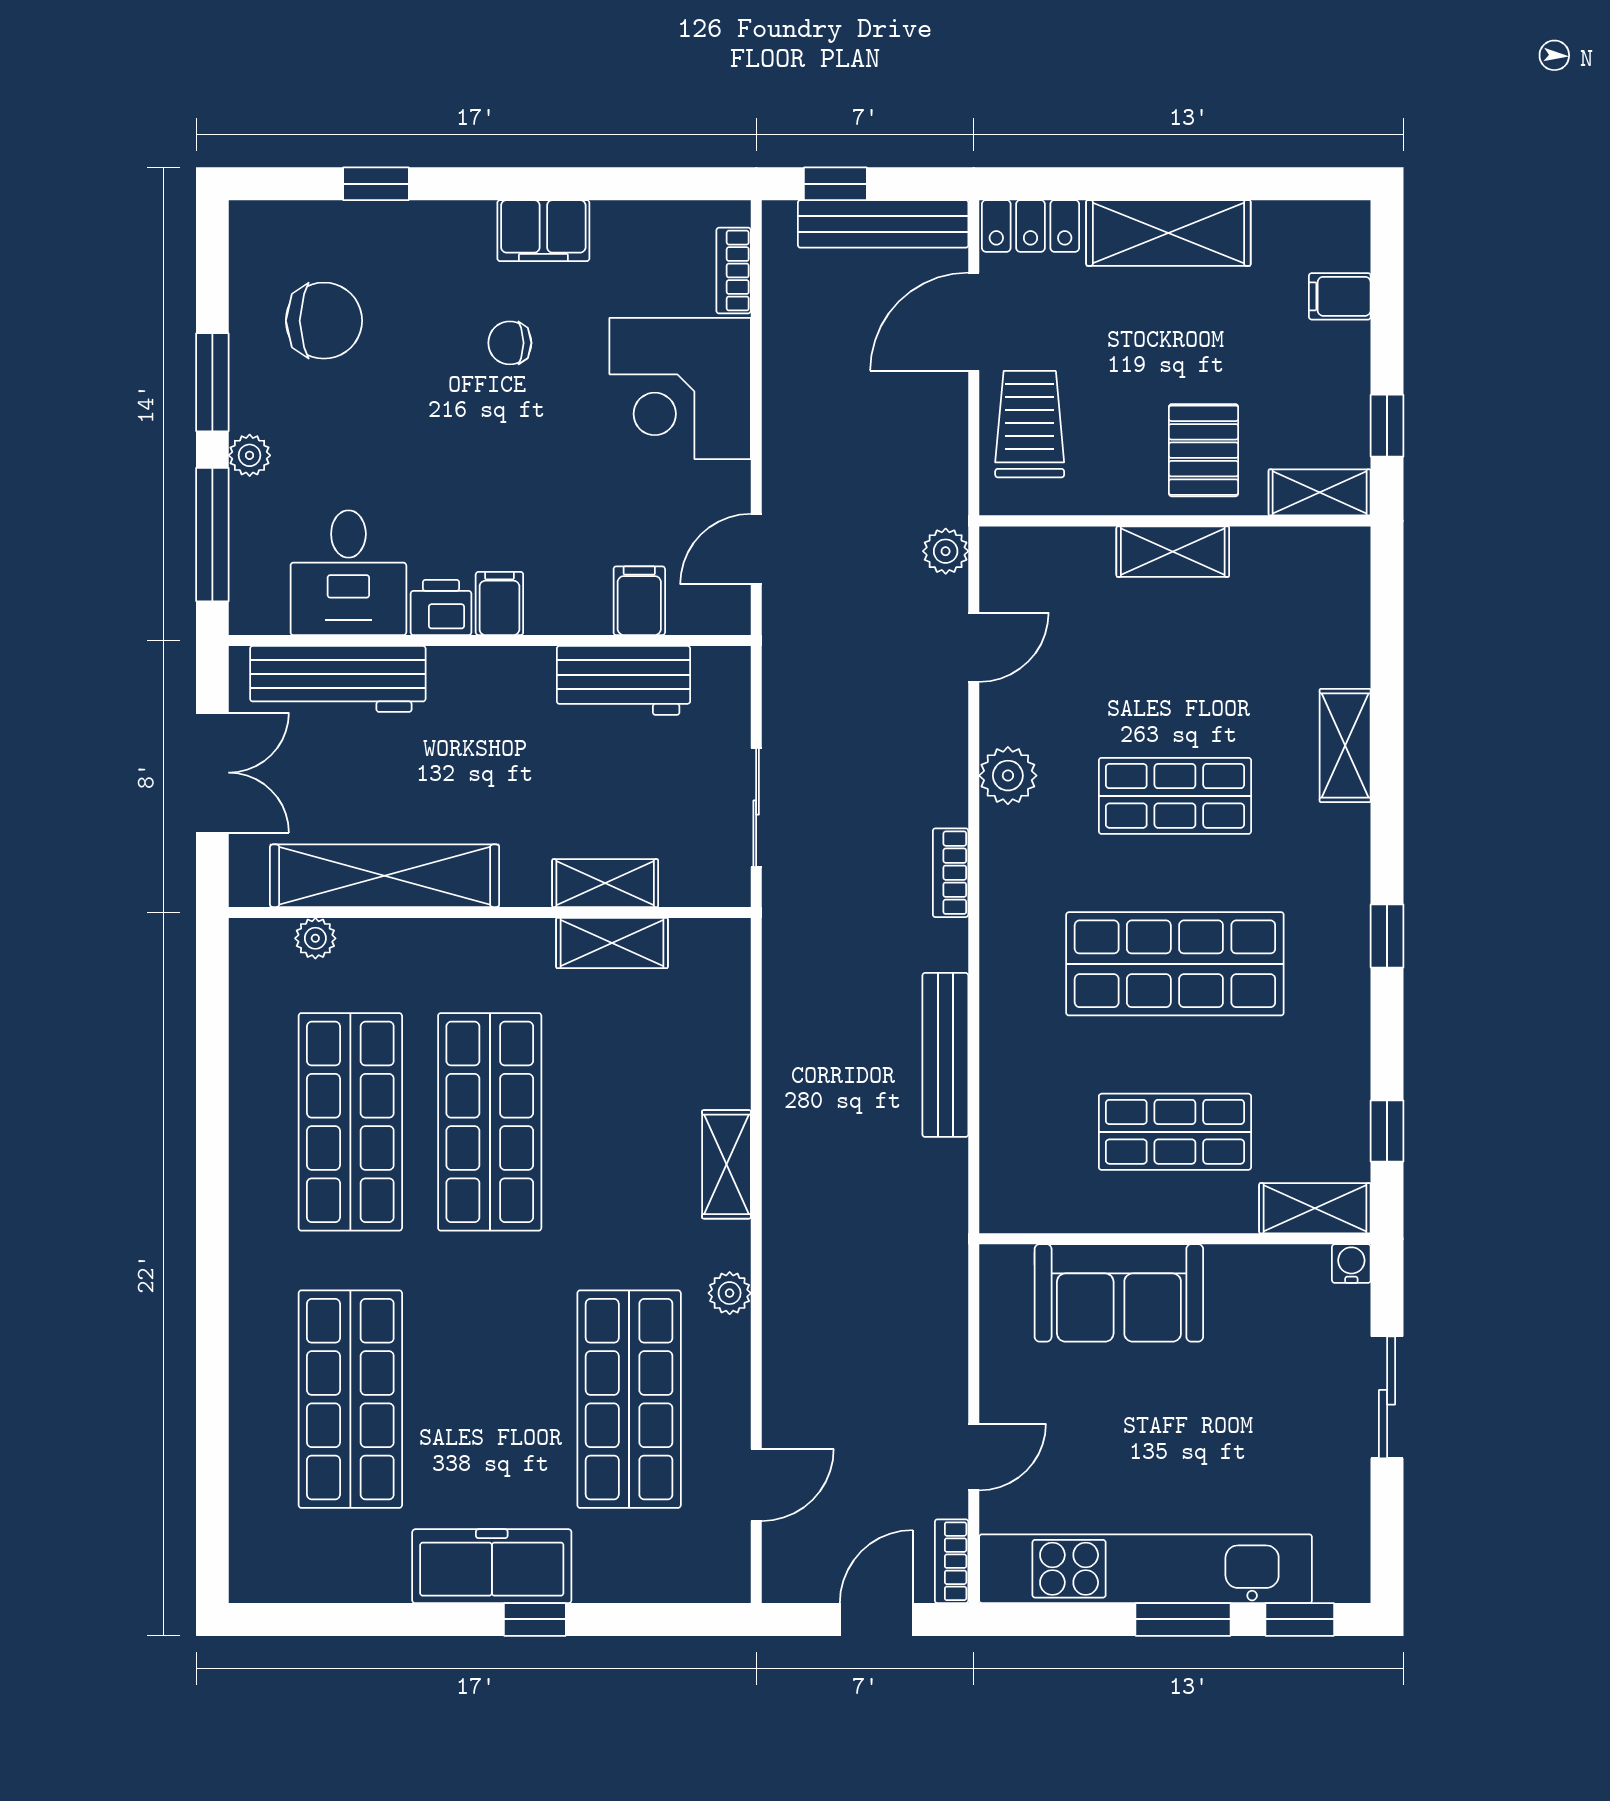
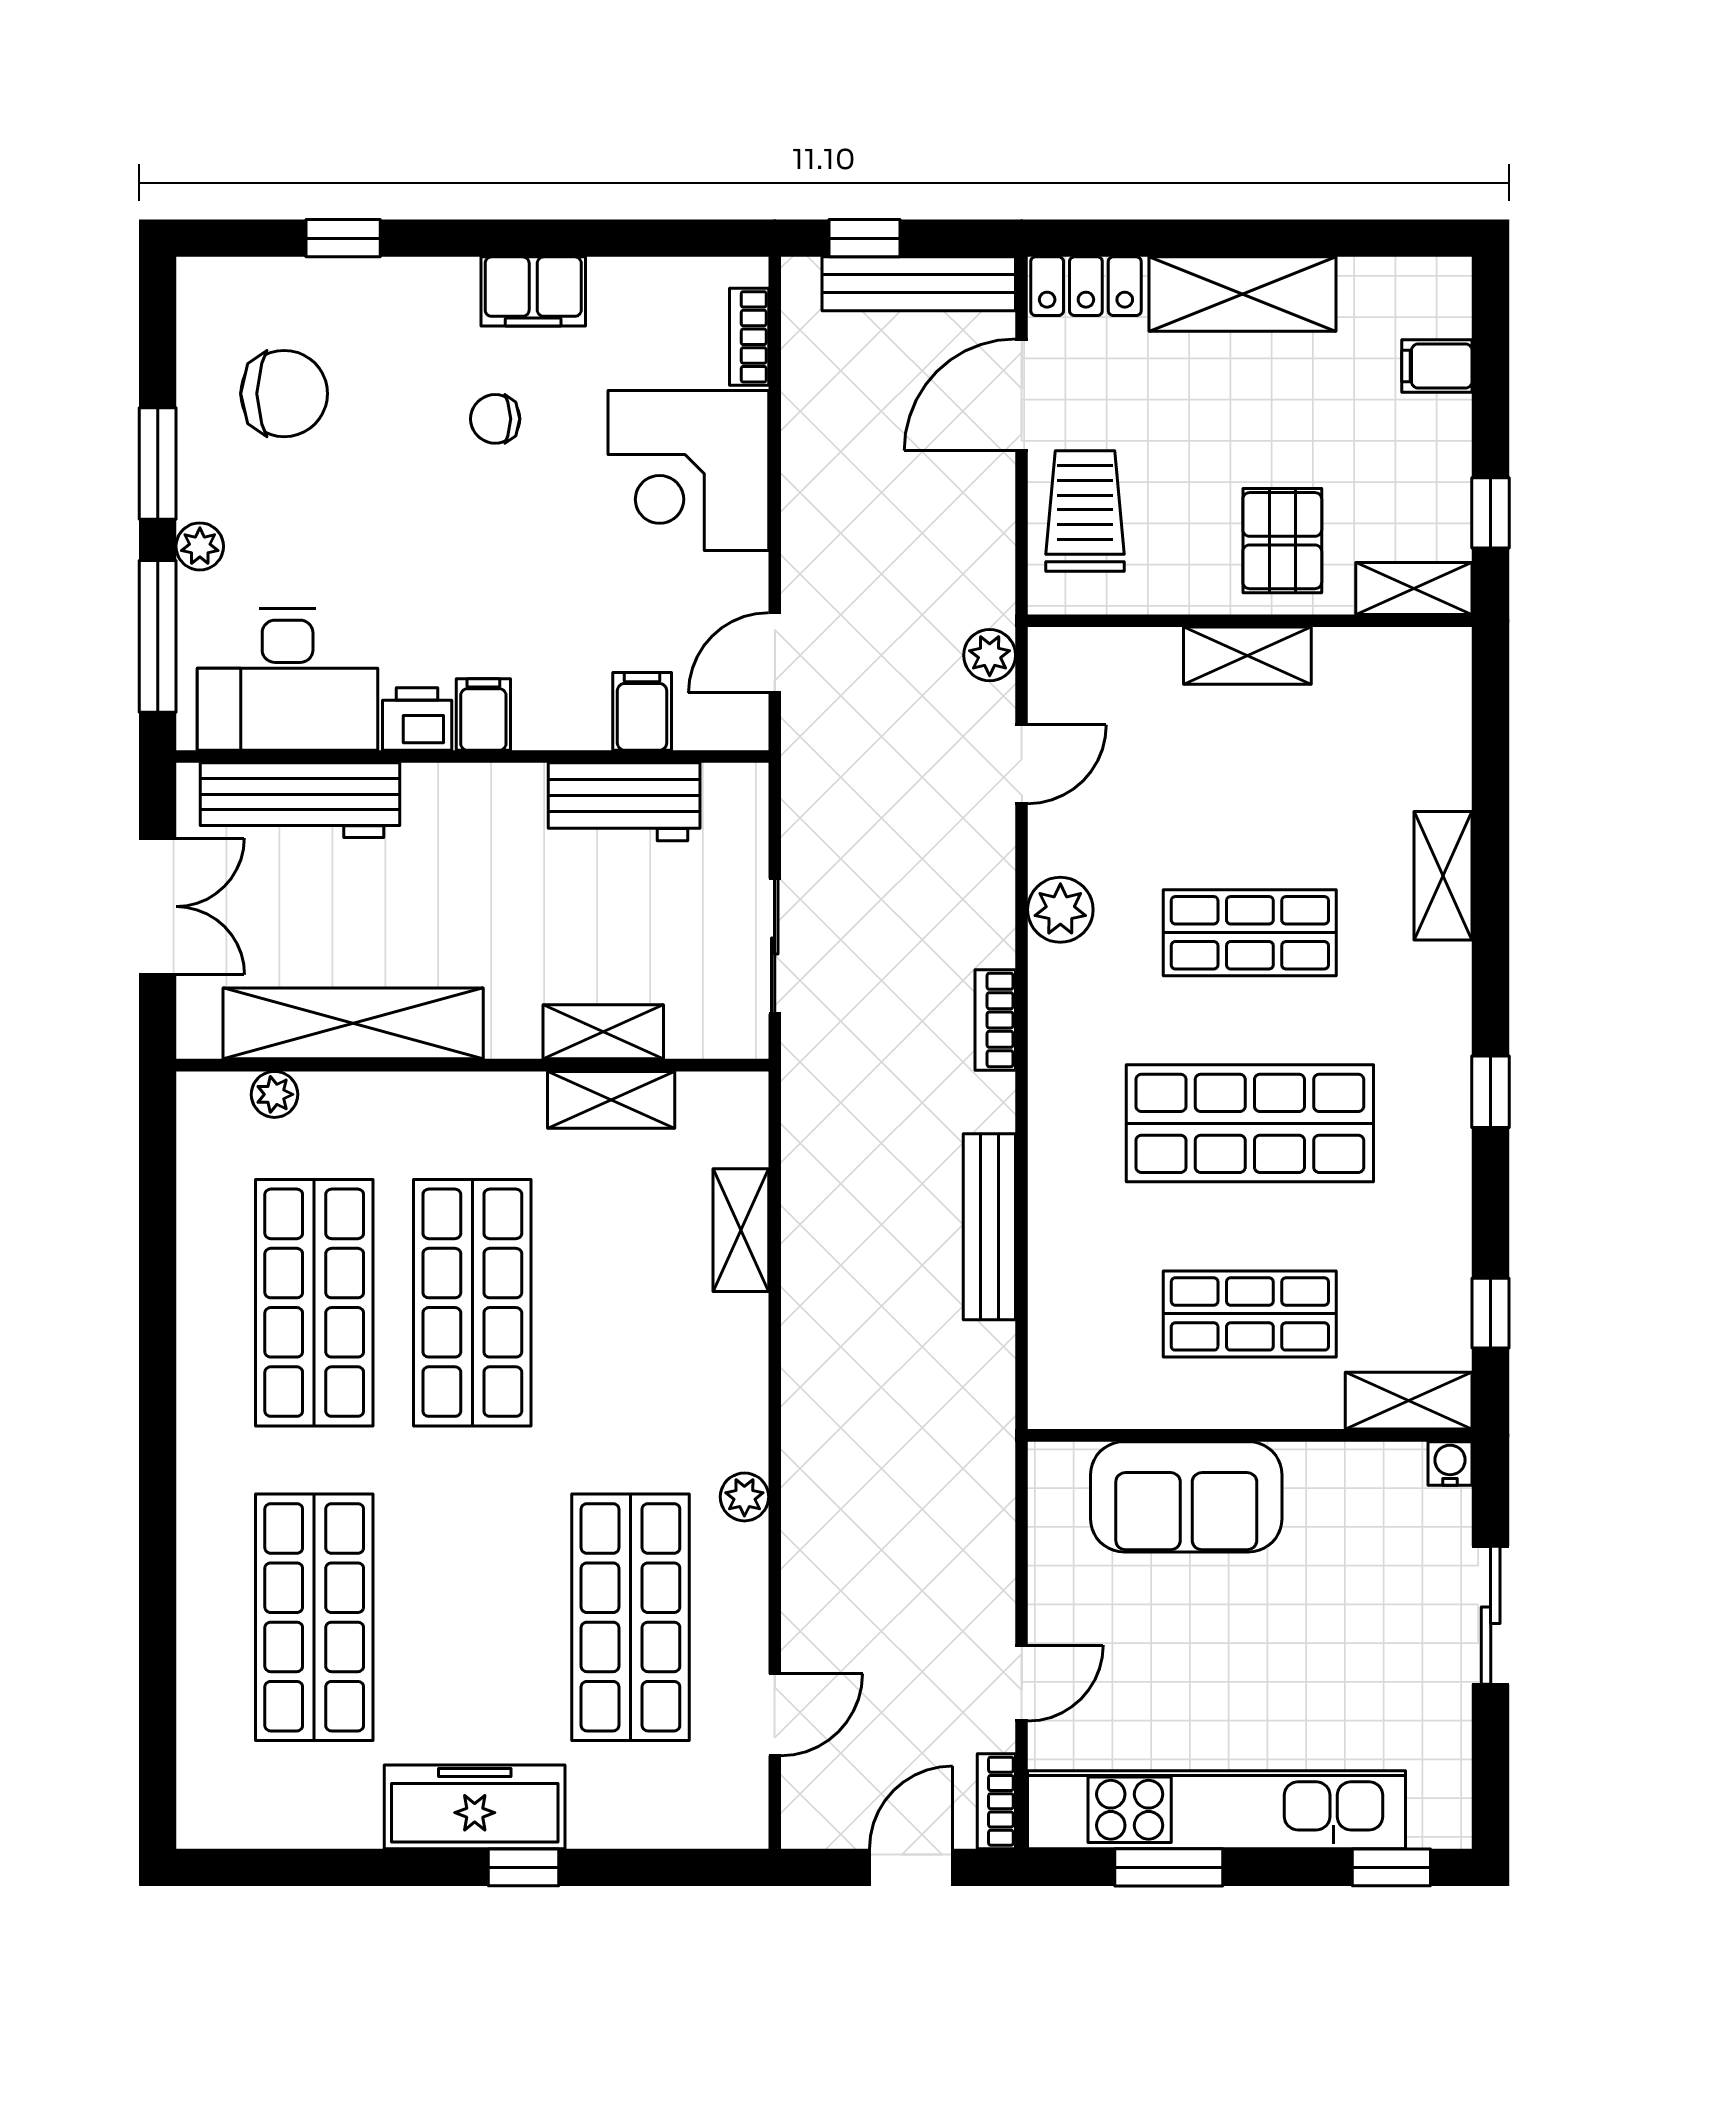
desk: (348, 573) -> (288, 680), width x1.37
shelving: (726, 1164) -> (741, 1230), moved
window: (1183, 1619) -> (1169, 1867), moved

